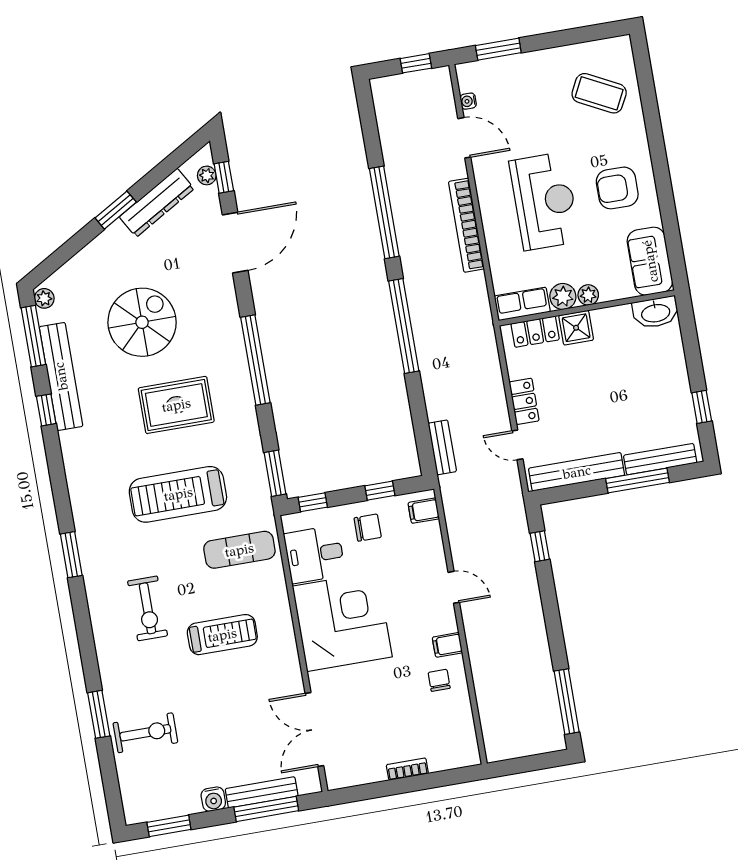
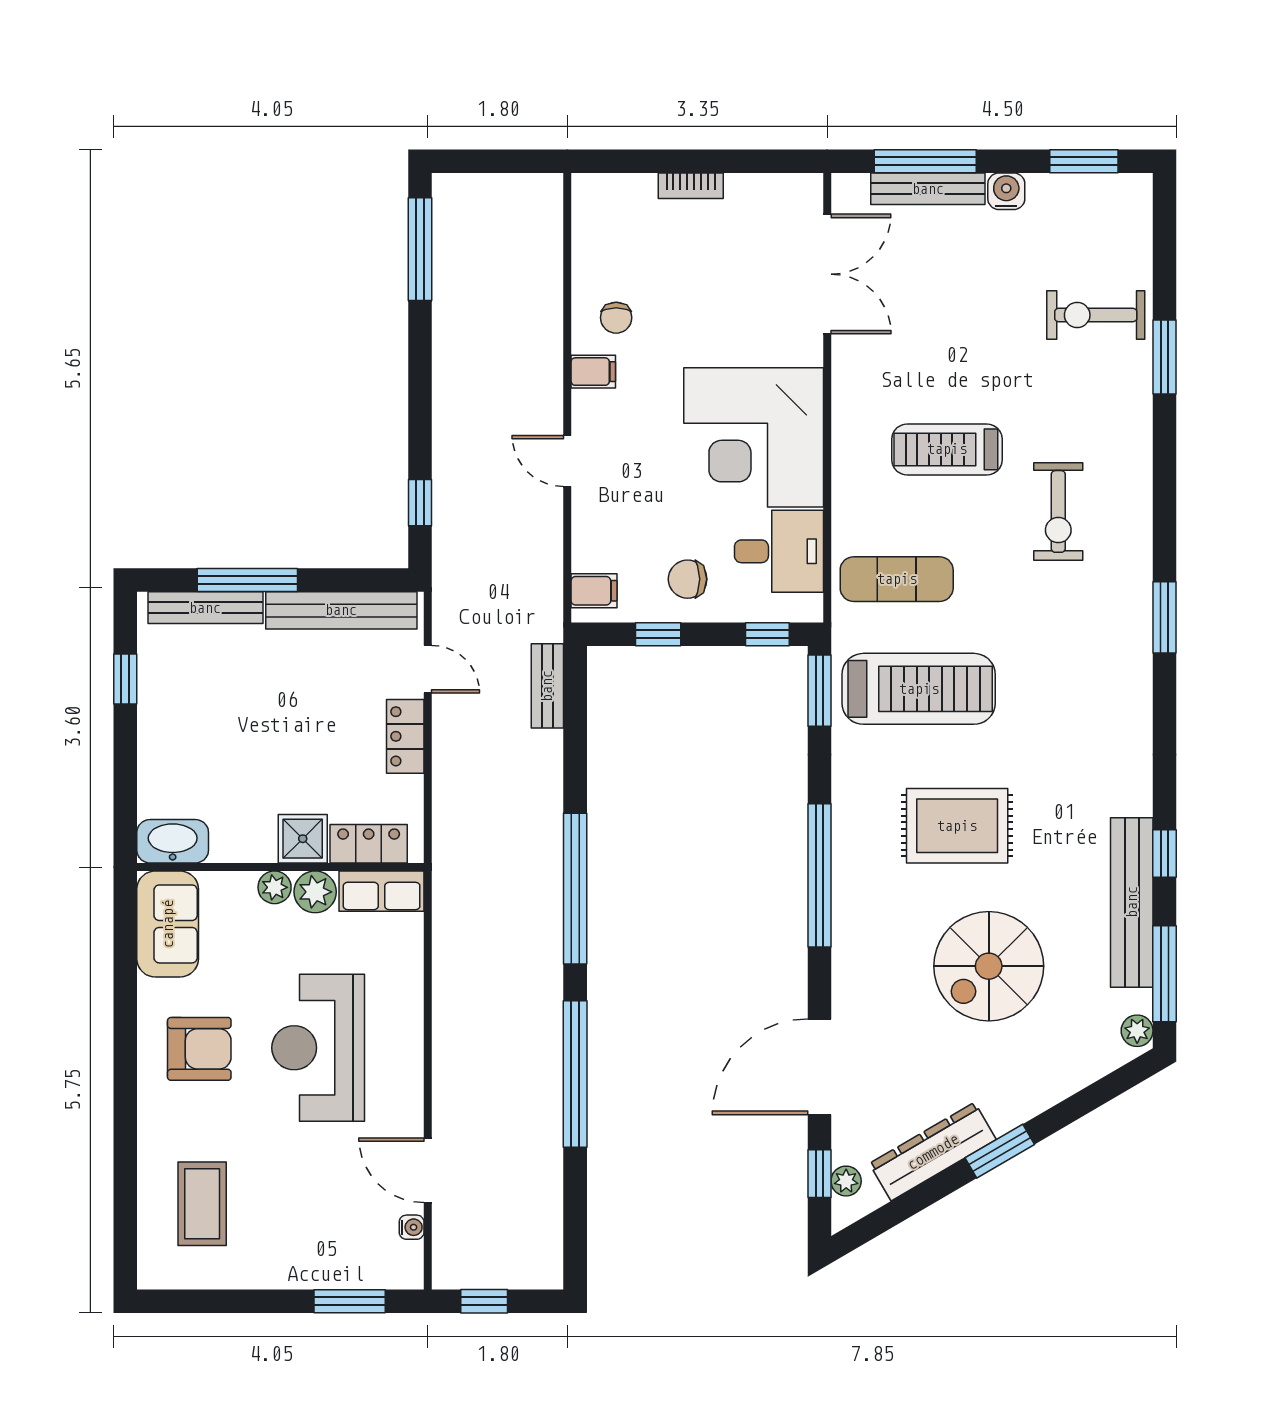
coffee table: (599, 93) -> (202, 1204), turned 63
bookcase: (466, 225) -> (448, 1031), removed
treadmill: (178, 494) -> (919, 689), moved
exercise bike: (148, 608) -> (1058, 511), turned 180

